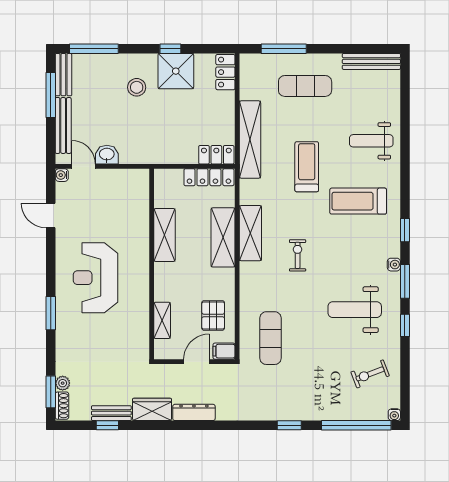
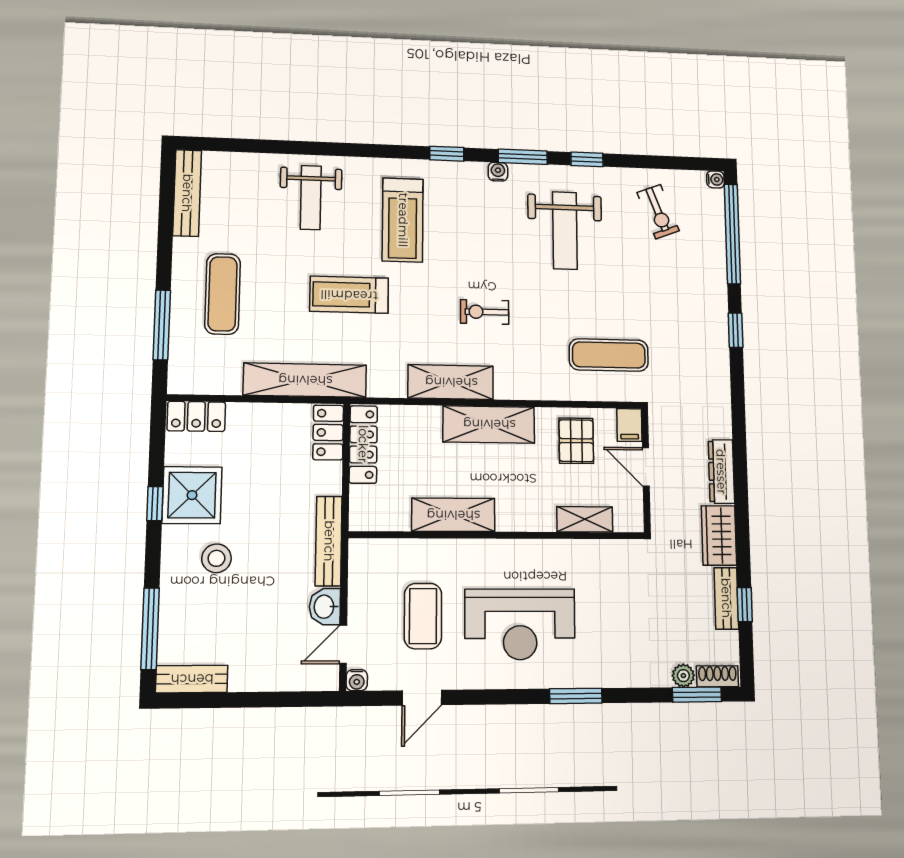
window: (51, 95) -> (225, 700), removed
bench: (63, 125) -> (329, 541), moved, turned 90
coffee table: (101, 216) -> (423, 616), added
shelving: (223, 237) -> (489, 424), moved
pallet: (213, 315) -> (576, 441), turned 90

